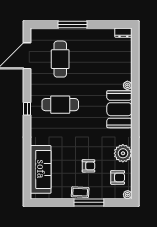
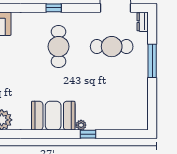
dresser: (123, 33) -> (143, 22), moved
window: (135, 79) -> (88, 134), added

